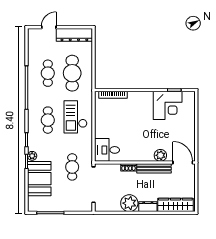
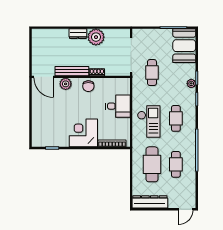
door: (49, 27) -> (186, 209), moved
corner desk: (168, 105) -> (83, 133), moved
desk: (107, 150) -> (118, 106), moved
chair: (137, 153) -> (88, 86), added
booth: (39, 179) -> (184, 46), moved
wardrobe: (175, 205) -> (51, 35), removed

